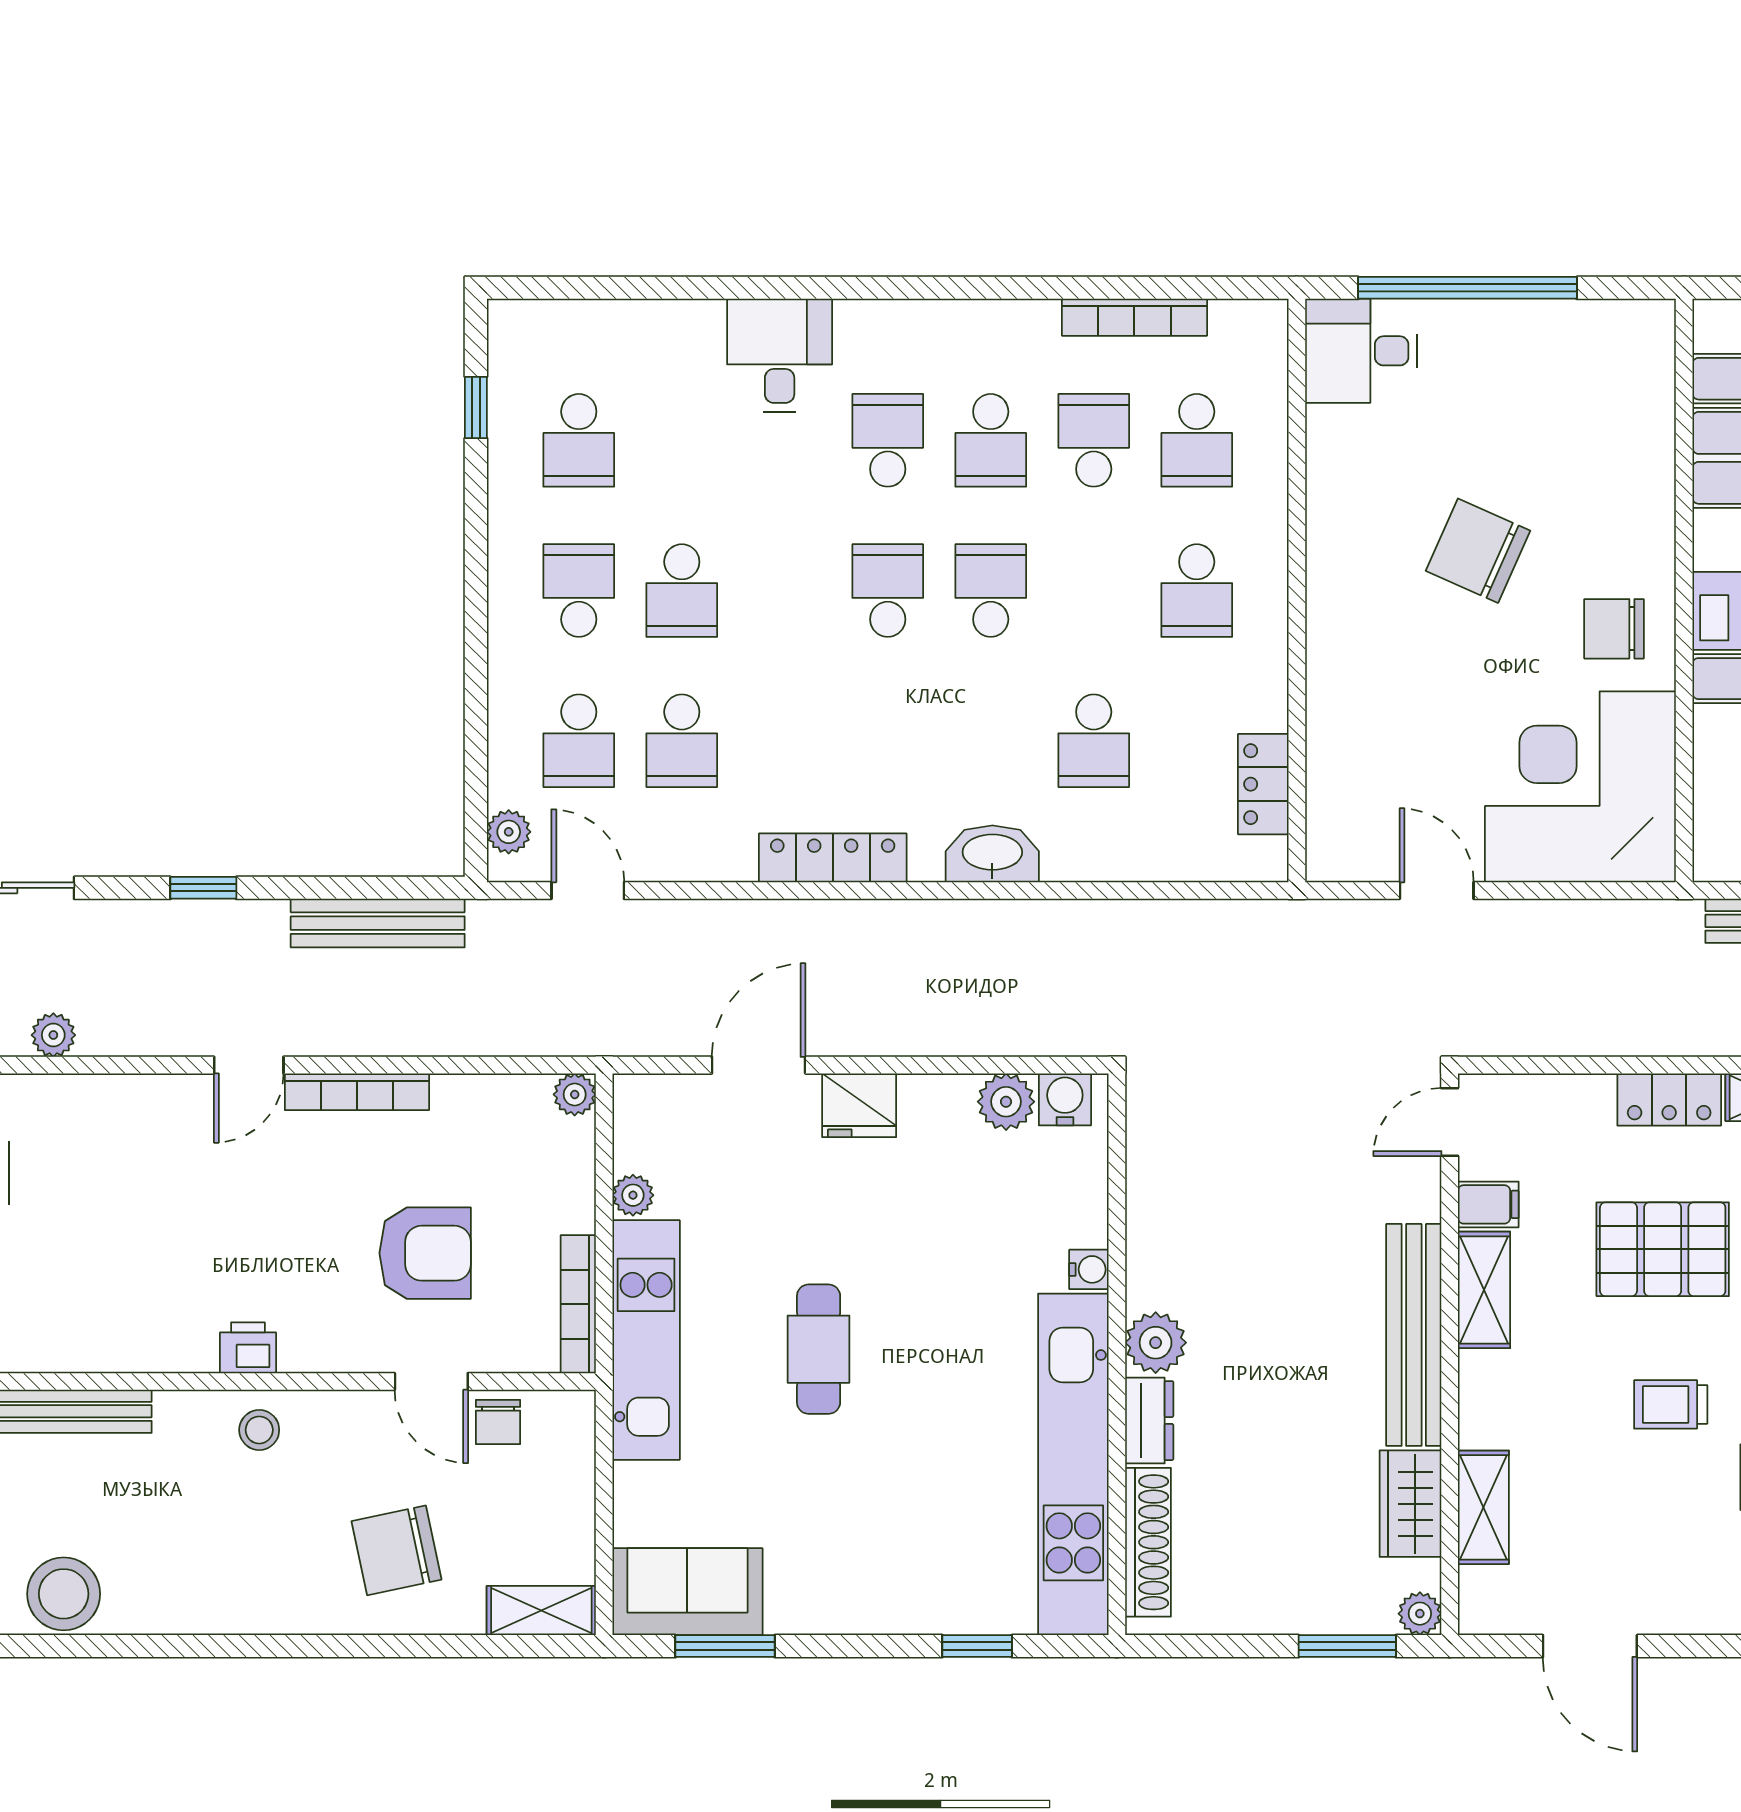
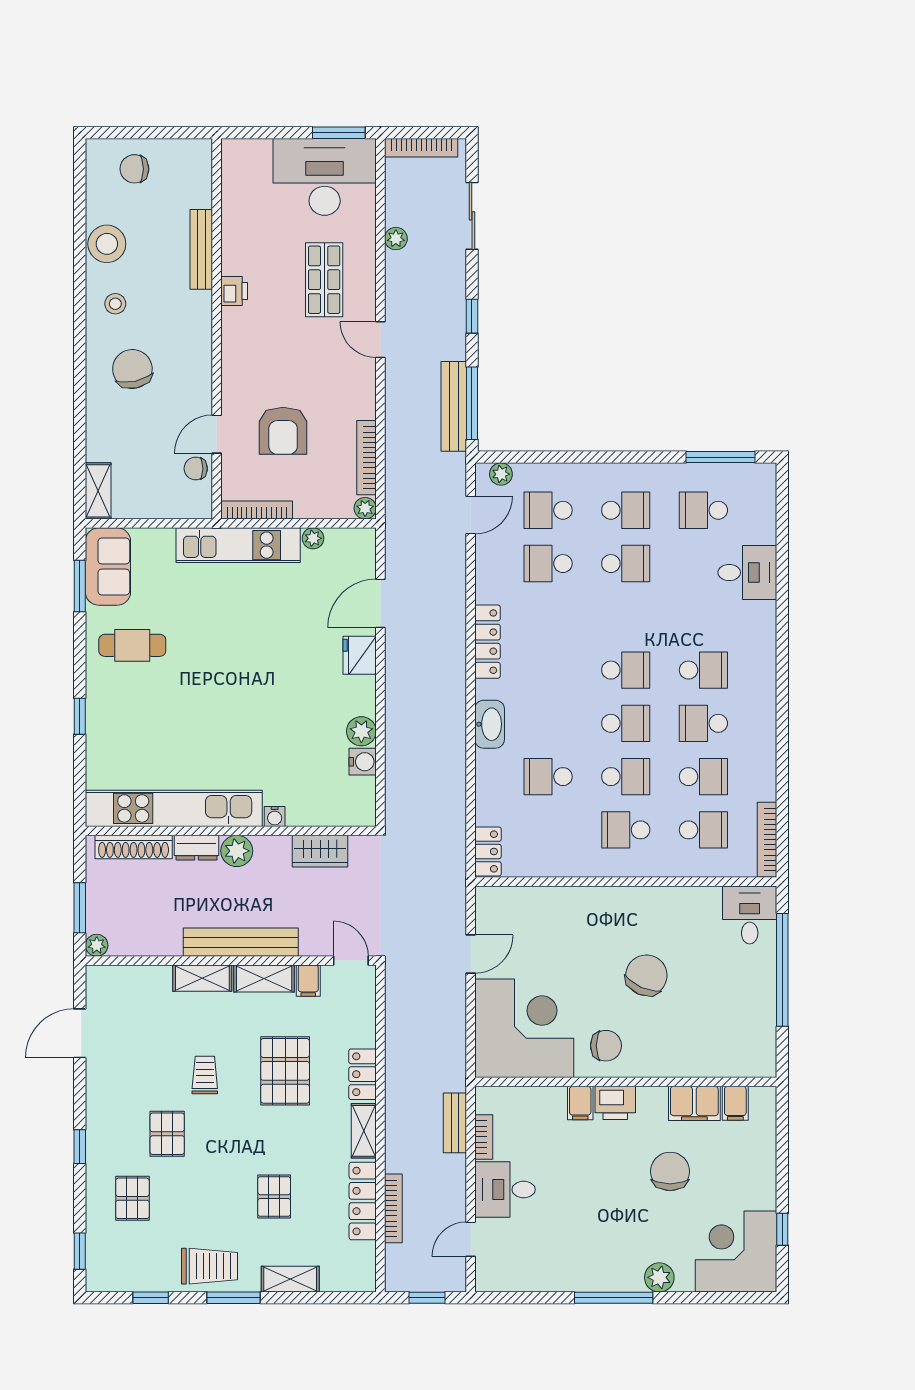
bookcase: (1134, 317) -> (767, 840), moved
desk: (780, 355) -> (747, 573), moved
window: (476, 407) -> (720, 457), width x2.17
school desk: (1197, 440) -> (703, 830), turned 180
school desk: (682, 591) -> (626, 564), turned 180
school desk: (1094, 591) -> (626, 777), added
chair: (1614, 629) -> (606, 1046), turned 90
locker: (1263, 784) -> (488, 852), moved, turned 90
window: (372, 888) -> (472, 403), added
door: (759, 1065) -> (380, 603), swing flipped
bookcase: (357, 1092) -> (367, 458), moved
shop shelf: (133, 1174) -> (324, 280), added
water cooler: (1089, 1269) -> (275, 816), moved
plant: (1156, 1343) -> (237, 851), moved
printer: (248, 1348) -> (234, 291), moved
cafe table: (819, 1349) -> (132, 645), moved
wall: (1117, 1354) -> (231, 831), moved
dresser: (1149, 1421) -> (196, 848), moved
stool: (259, 1430) -> (115, 304), moved
kitchen unit: (1073, 1464) -> (174, 808), moved
wardrobe: (1410, 1504) -> (320, 851), moved, turned 180
shelving: (1483, 1507) -> (202, 978), moved
shoe rack: (1148, 1542) -> (134, 847), moved
chair: (396, 1550) -> (132, 369), moved

